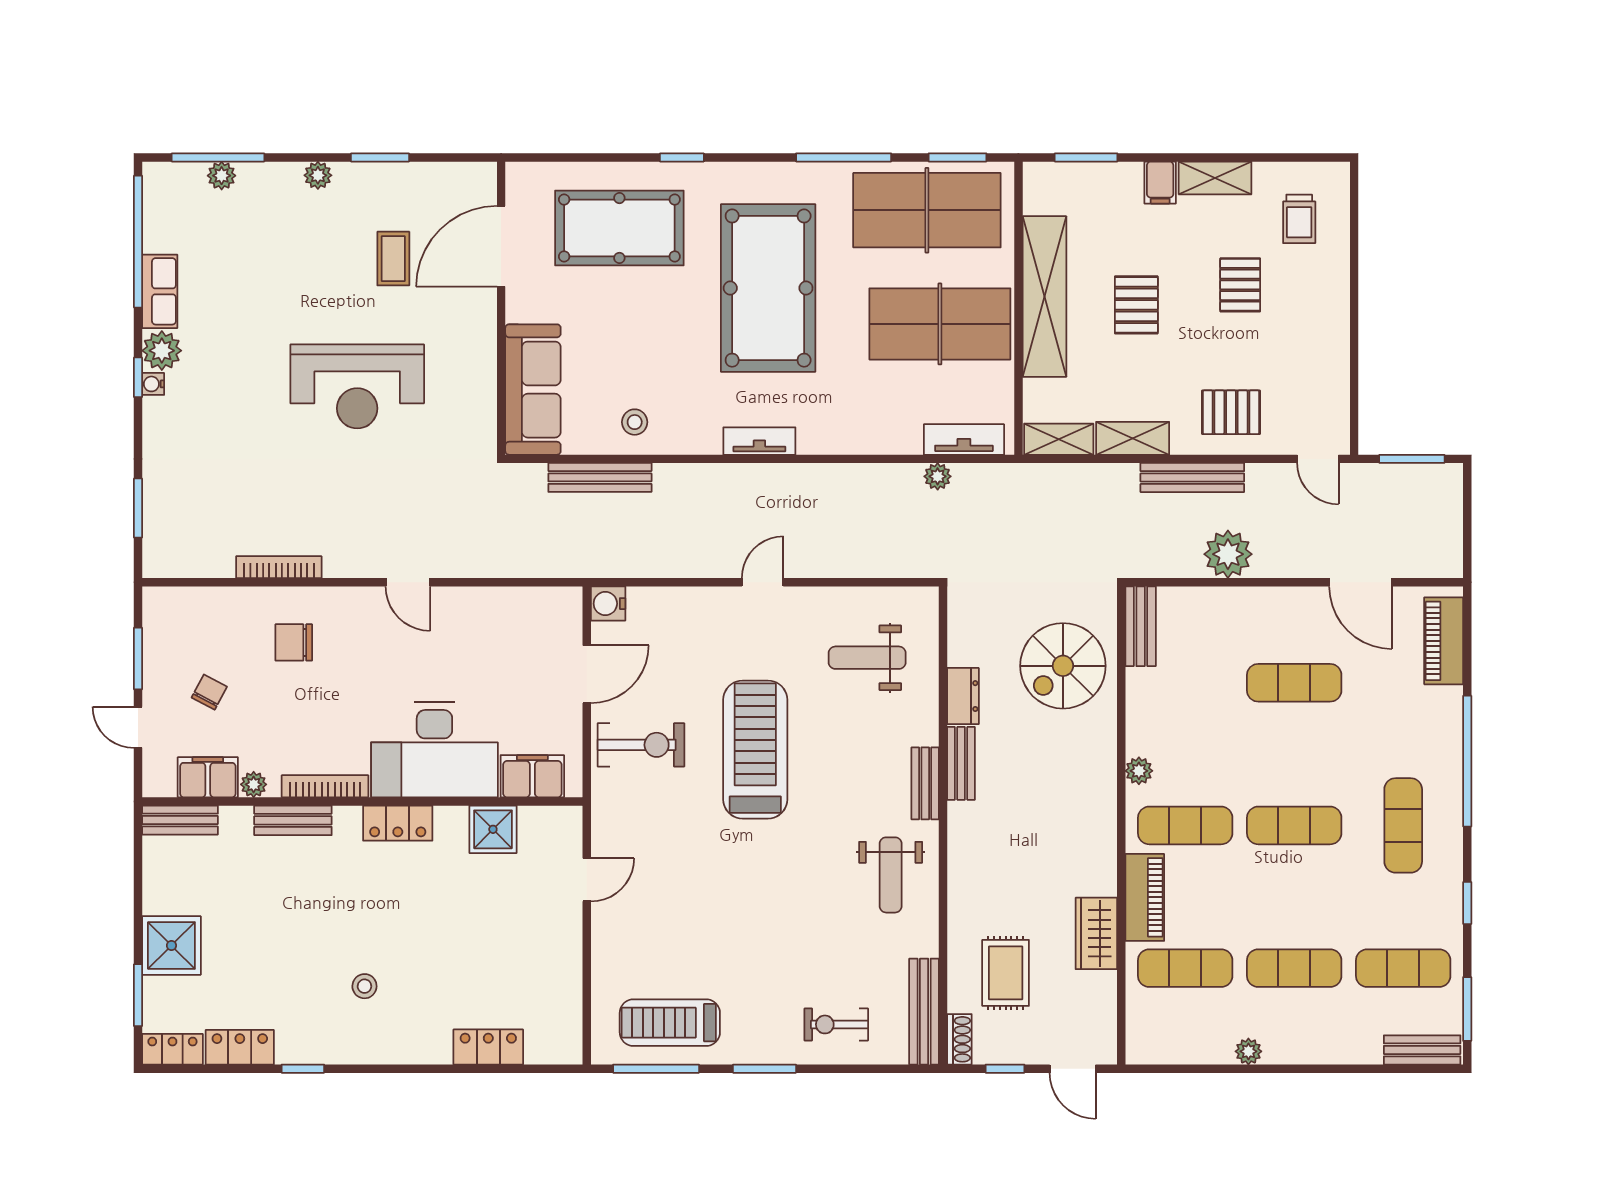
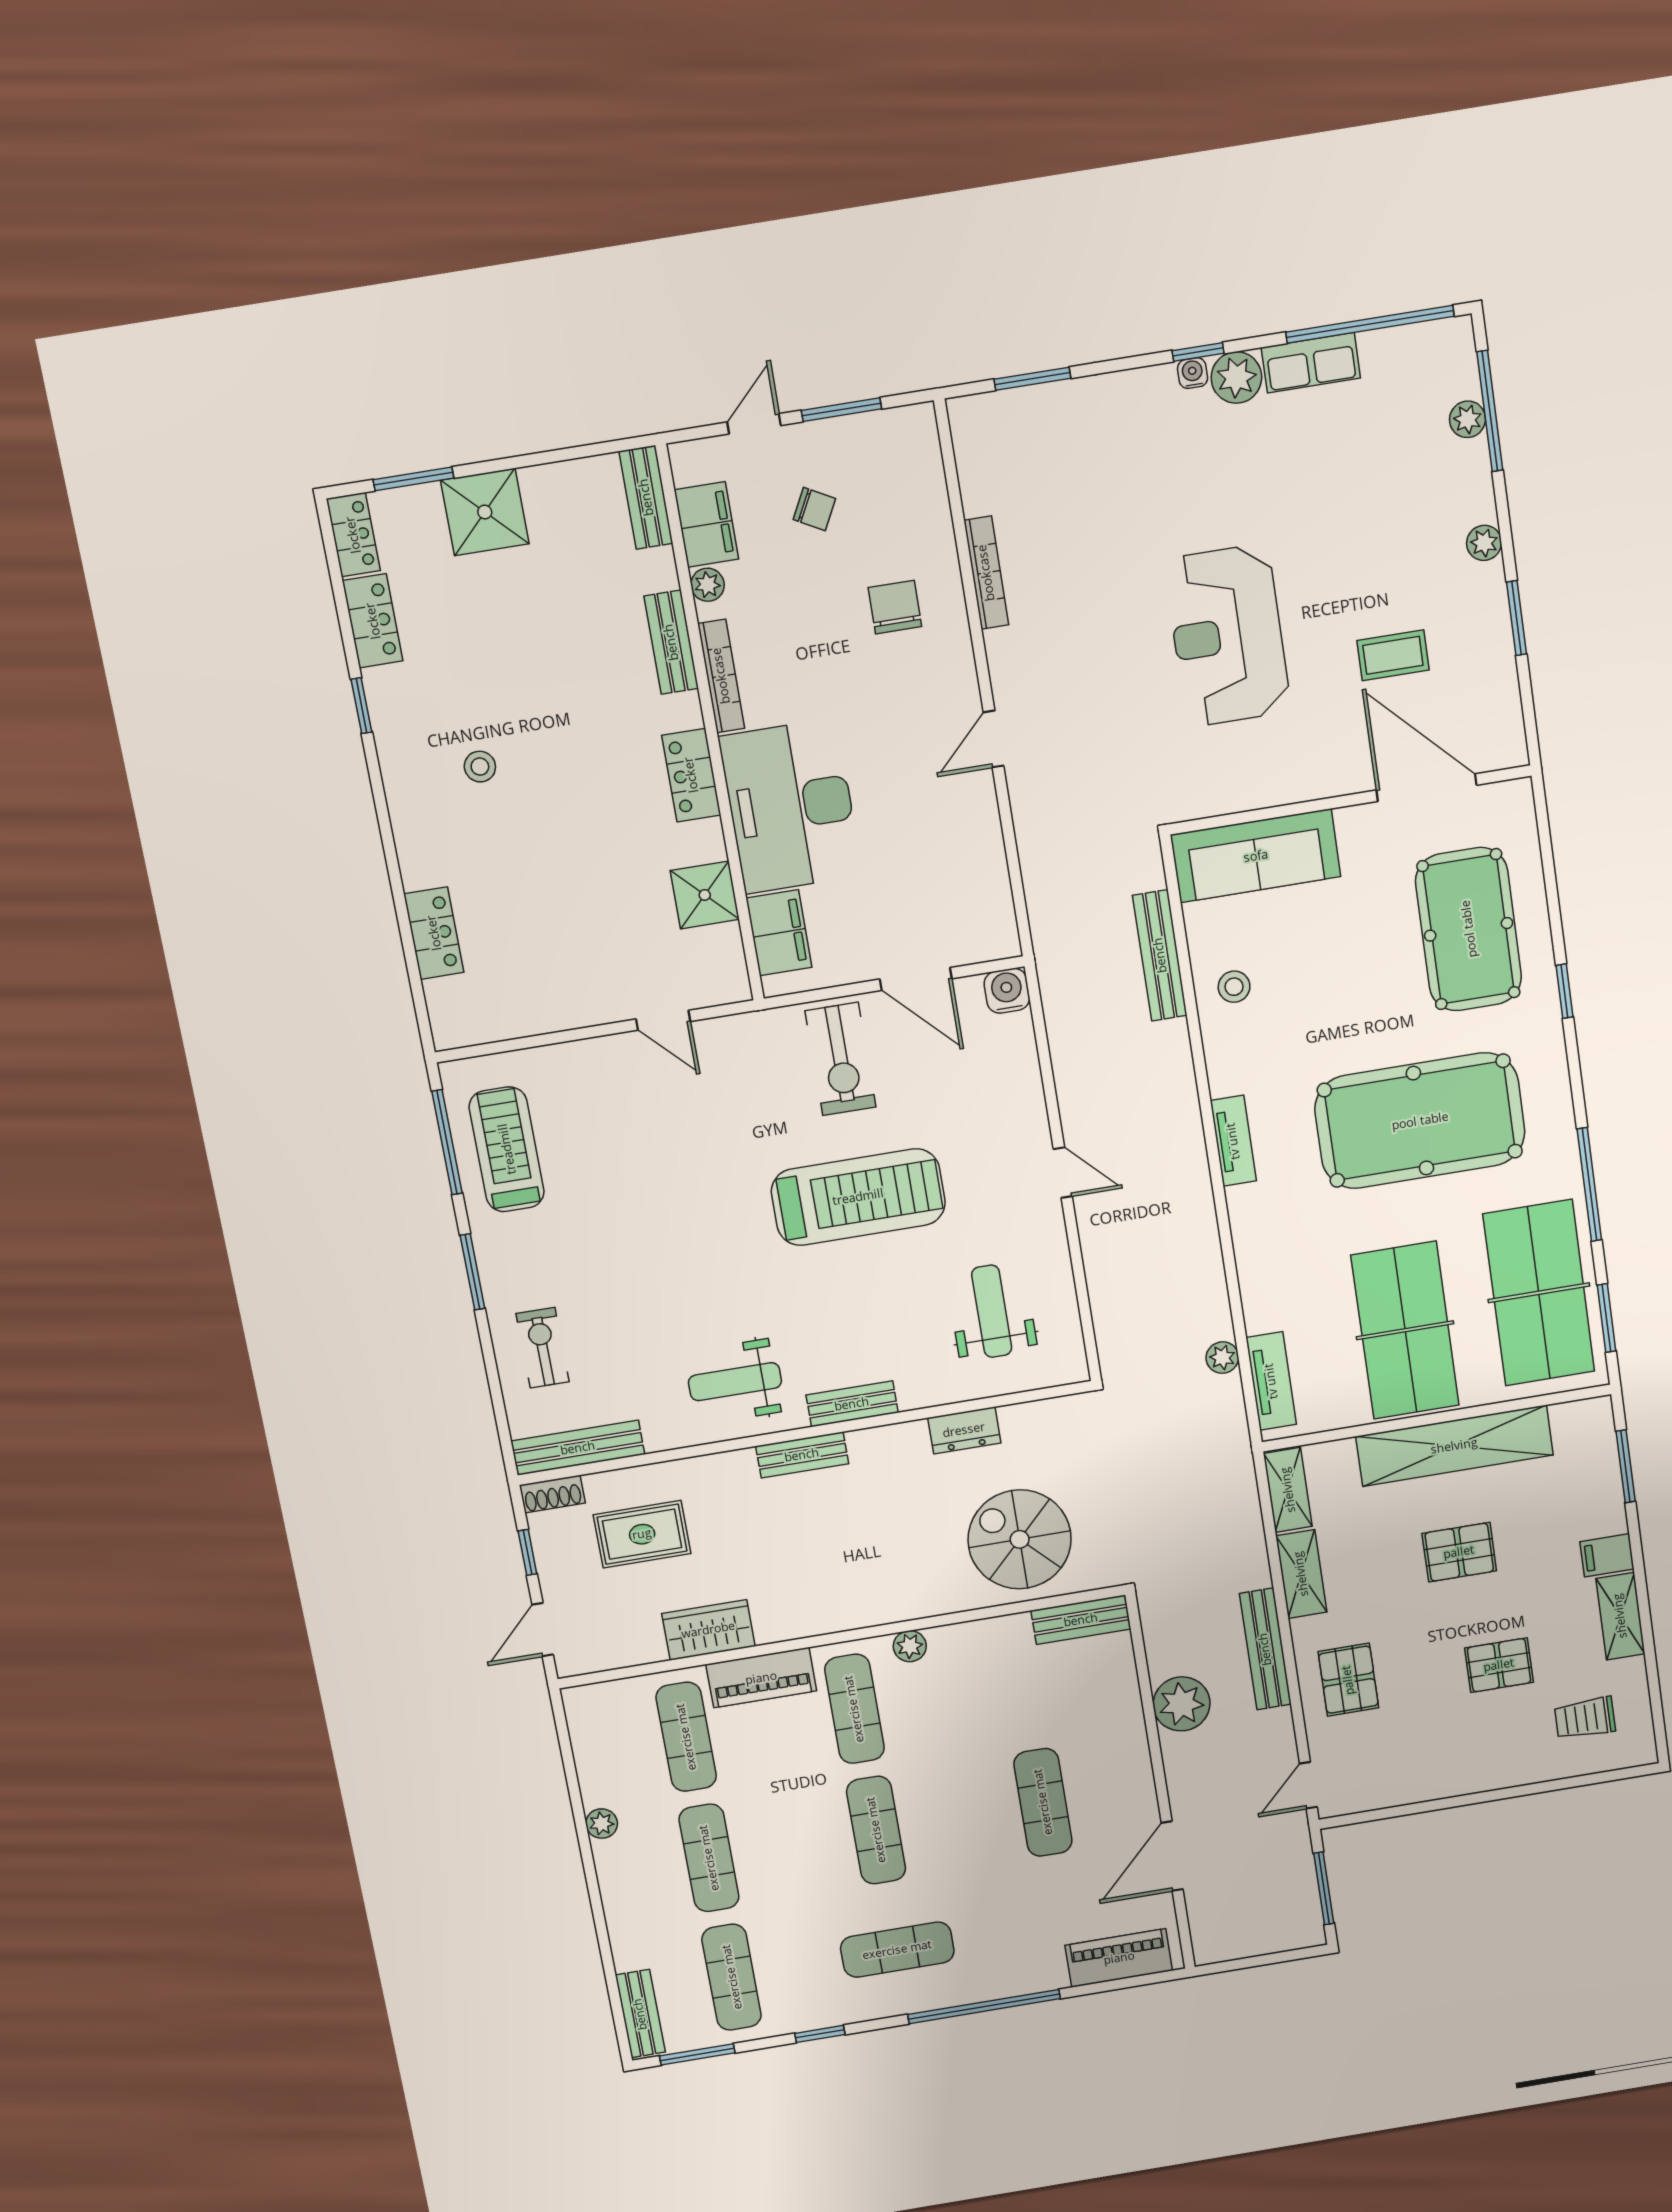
bench: (961, 763) -> (802, 1455), moved

